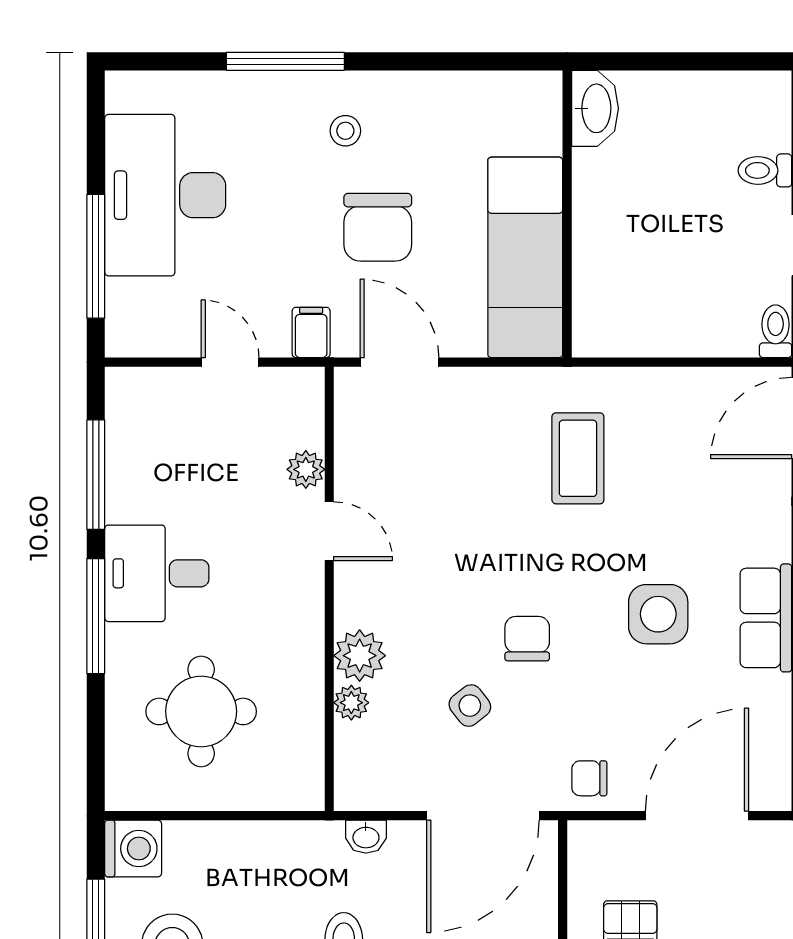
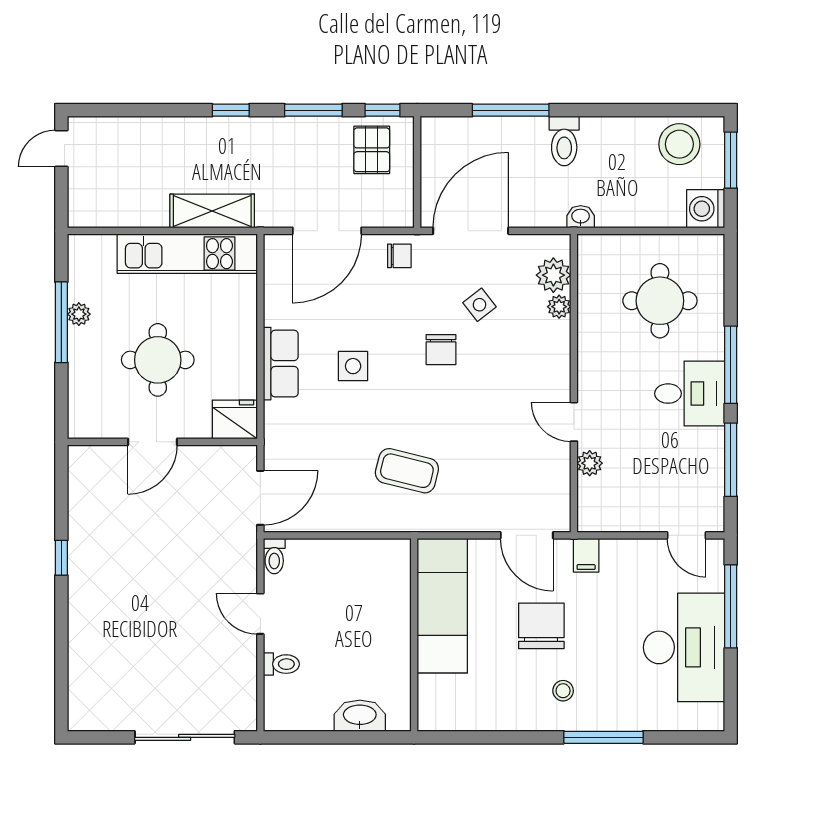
washbasin: (595, 108) -> (360, 716), moved, turned 90
door: (230, 362) -> (686, 535), moved
coffee table: (578, 458) -> (407, 471), turned -76
side table: (658, 614) -> (353, 366), width x0.73, depth x0.73
plant: (360, 656) -> (553, 275), moved
washbasin: (366, 837) -> (581, 217), moved

